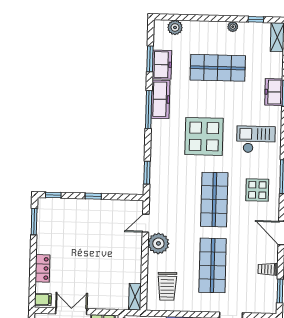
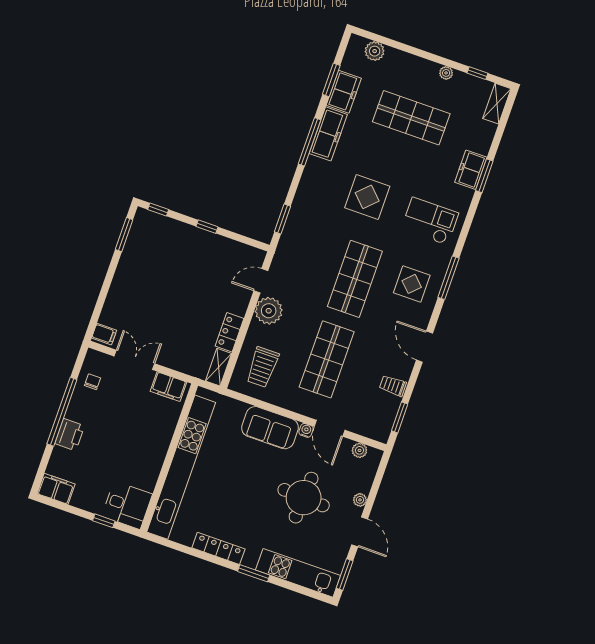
display table: (204, 136) -> (367, 197), width x0.73, depth x0.73
locker: (43, 268) -> (230, 332), moved, turned 180

